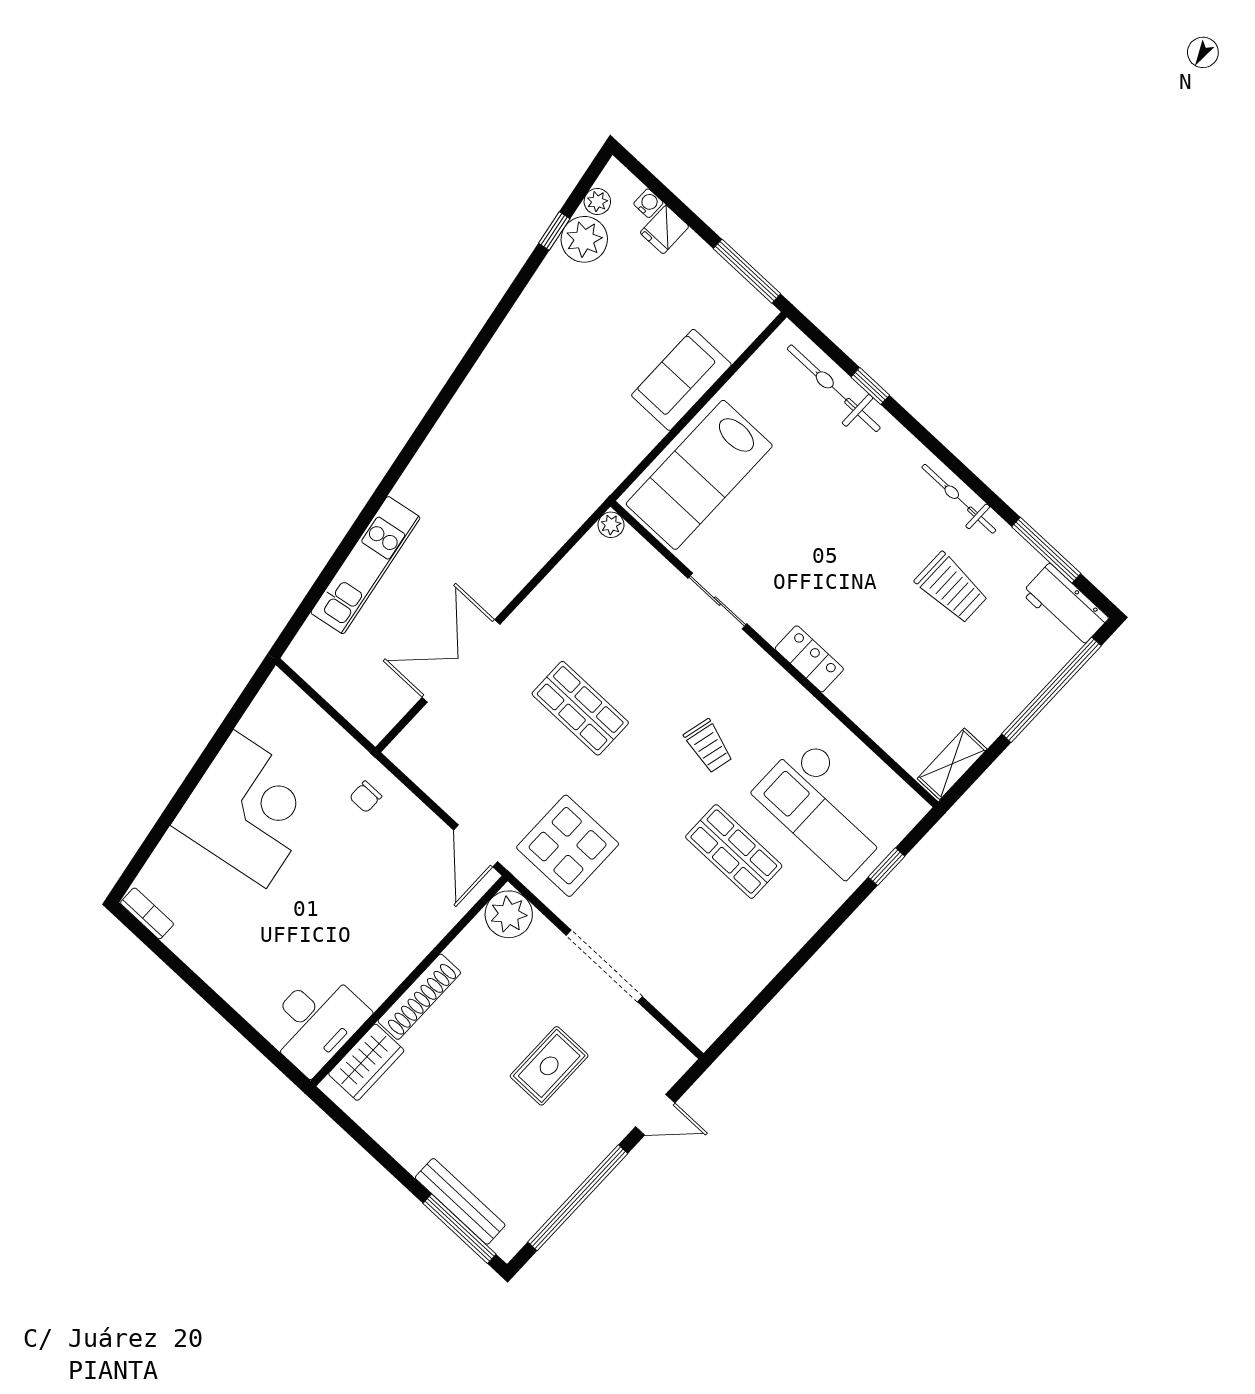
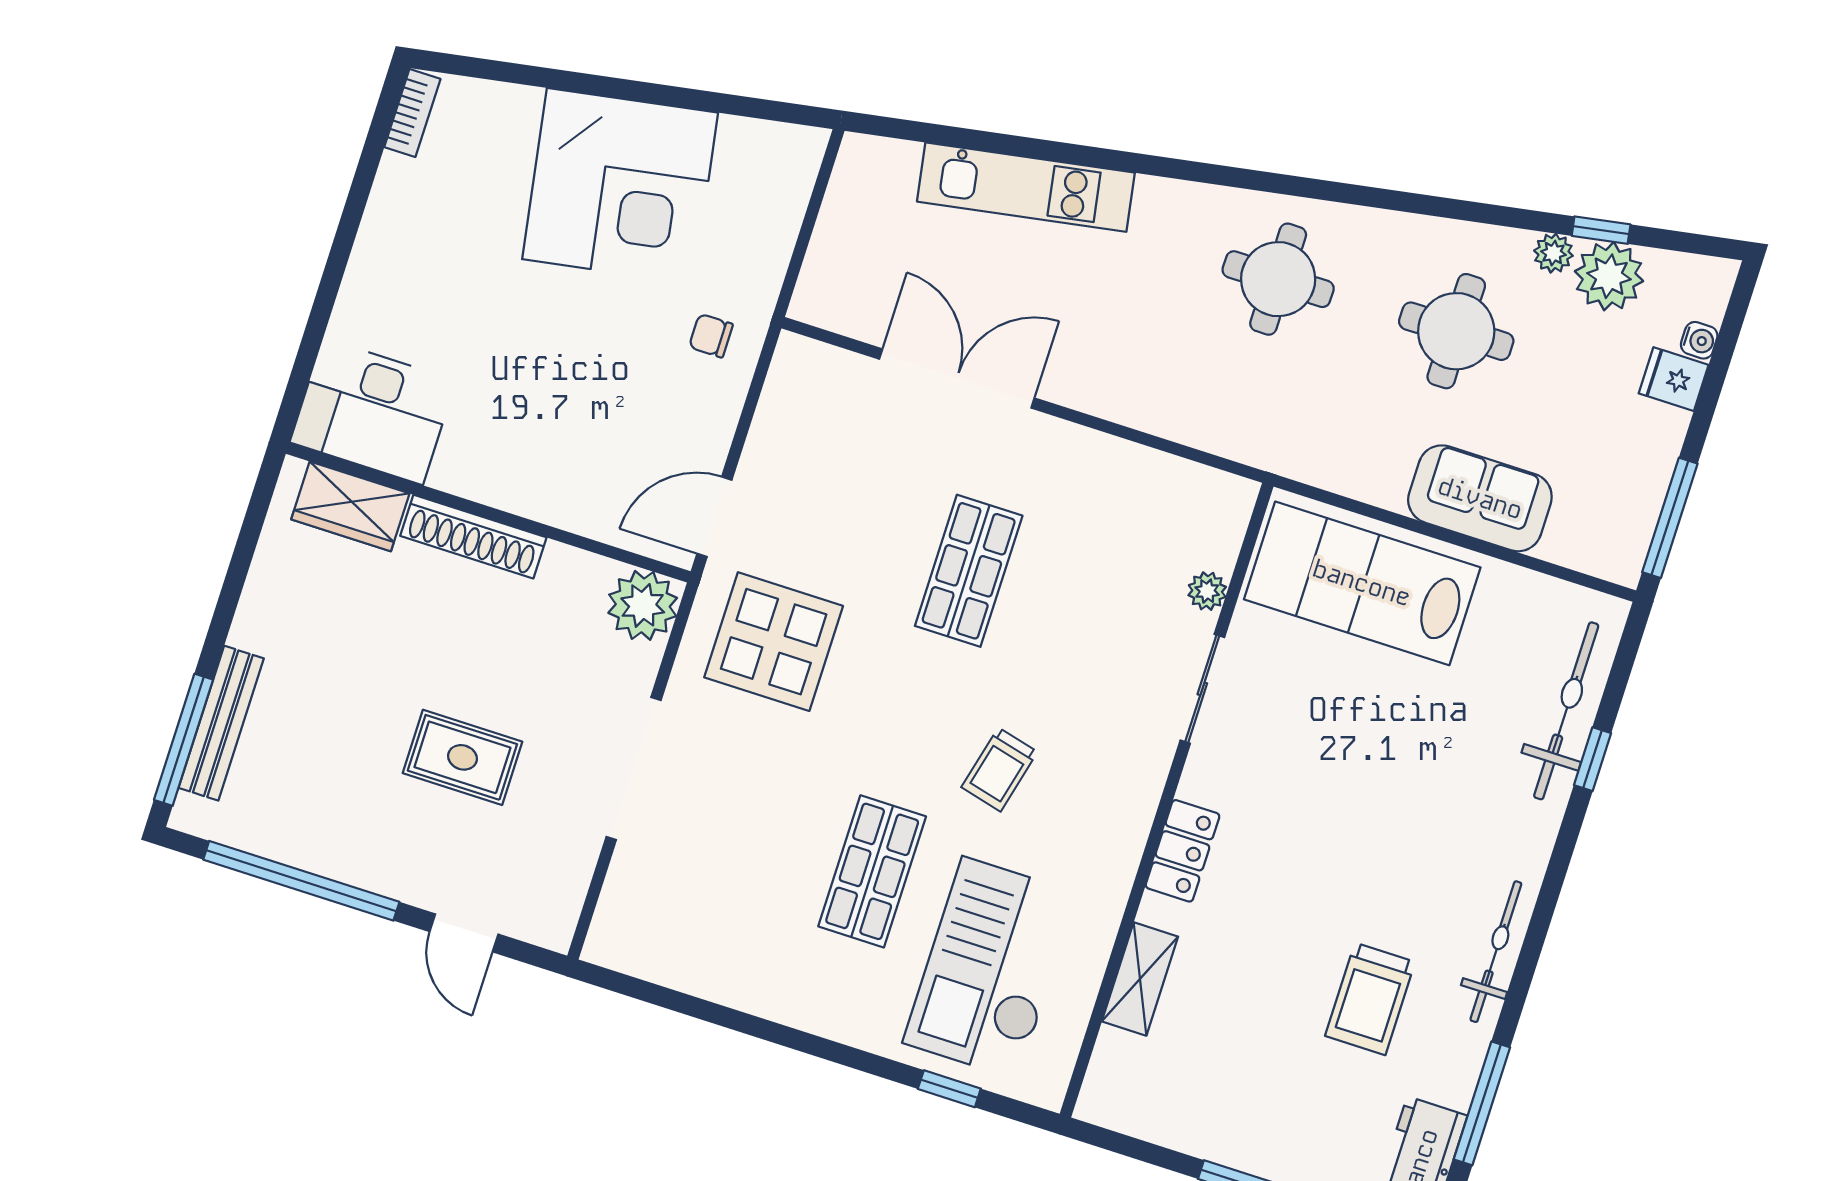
plant: (597, 201) -> (1553, 253), moved
round table: (574, 347) -> (1456, 331), added
round table: (492, 439) -> (1278, 279), added
plant: (611, 525) -> (1207, 591), moved
shelving: (952, 764) -> (1140, 979), moved, turned 90

